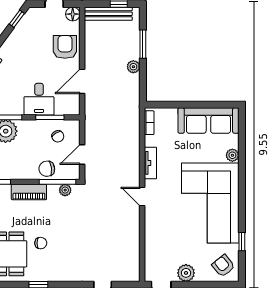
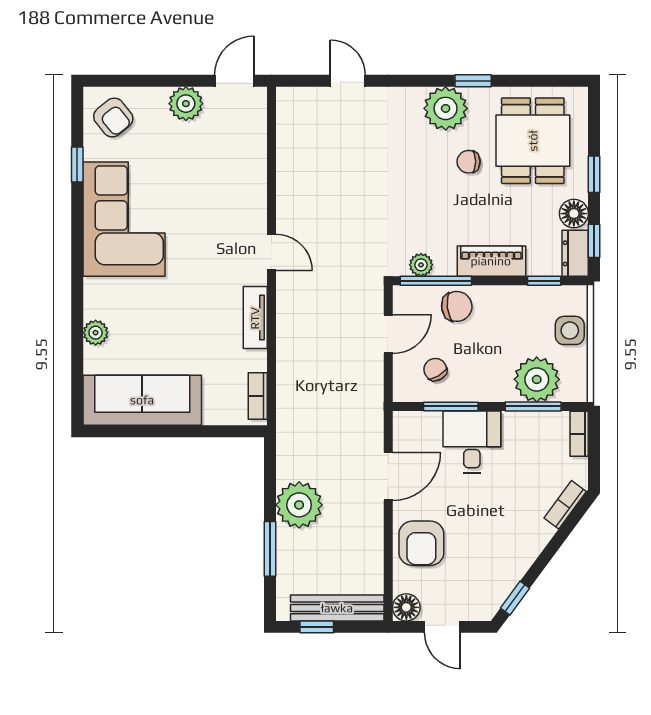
plant: (133, 67) -> (299, 505), width x1.87, depth x1.87
corner sofa: (210, 203) -> (124, 219), width x0.73, depth x0.74
plant: (53, 270) -> (446, 108), added

